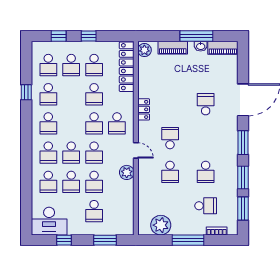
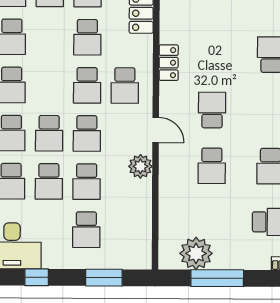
window: (188, 240) -> (217, 278), moved

